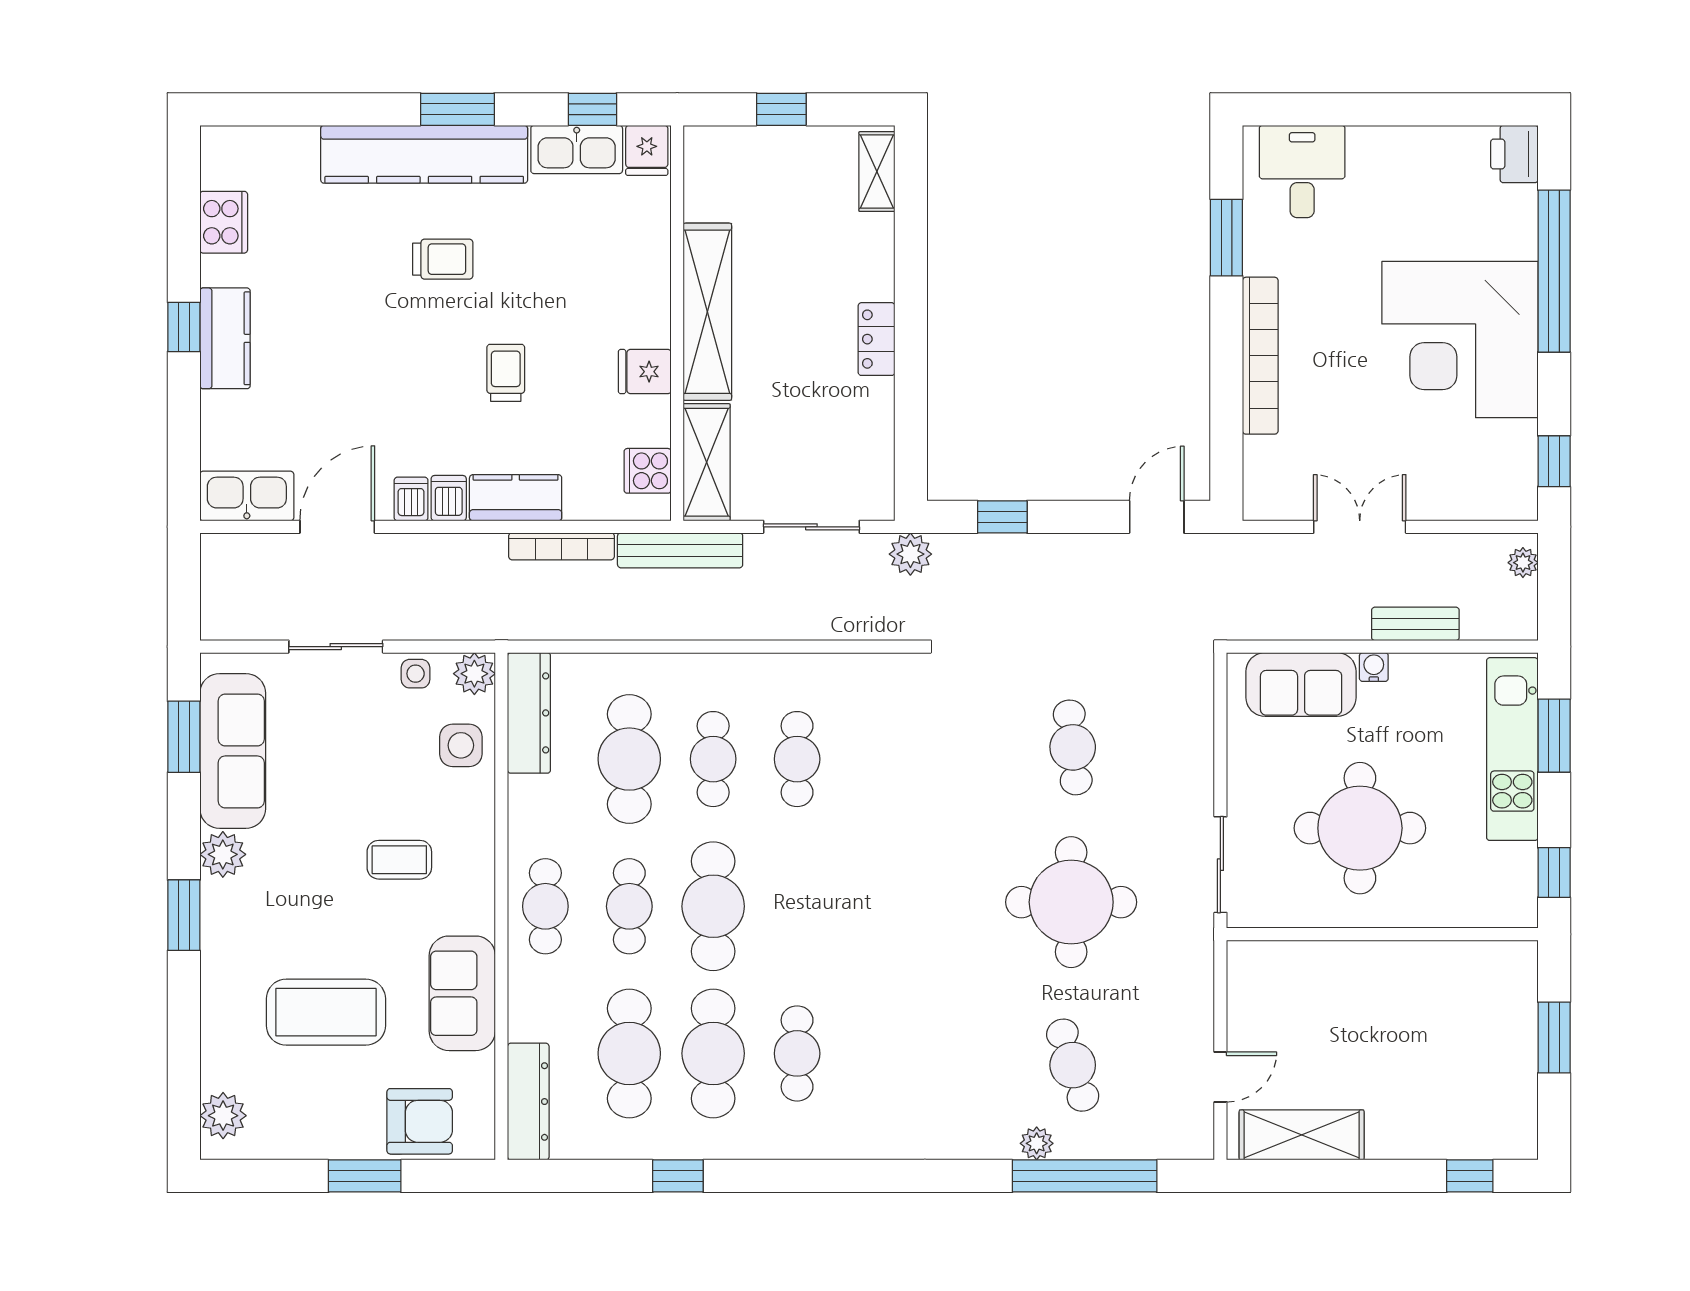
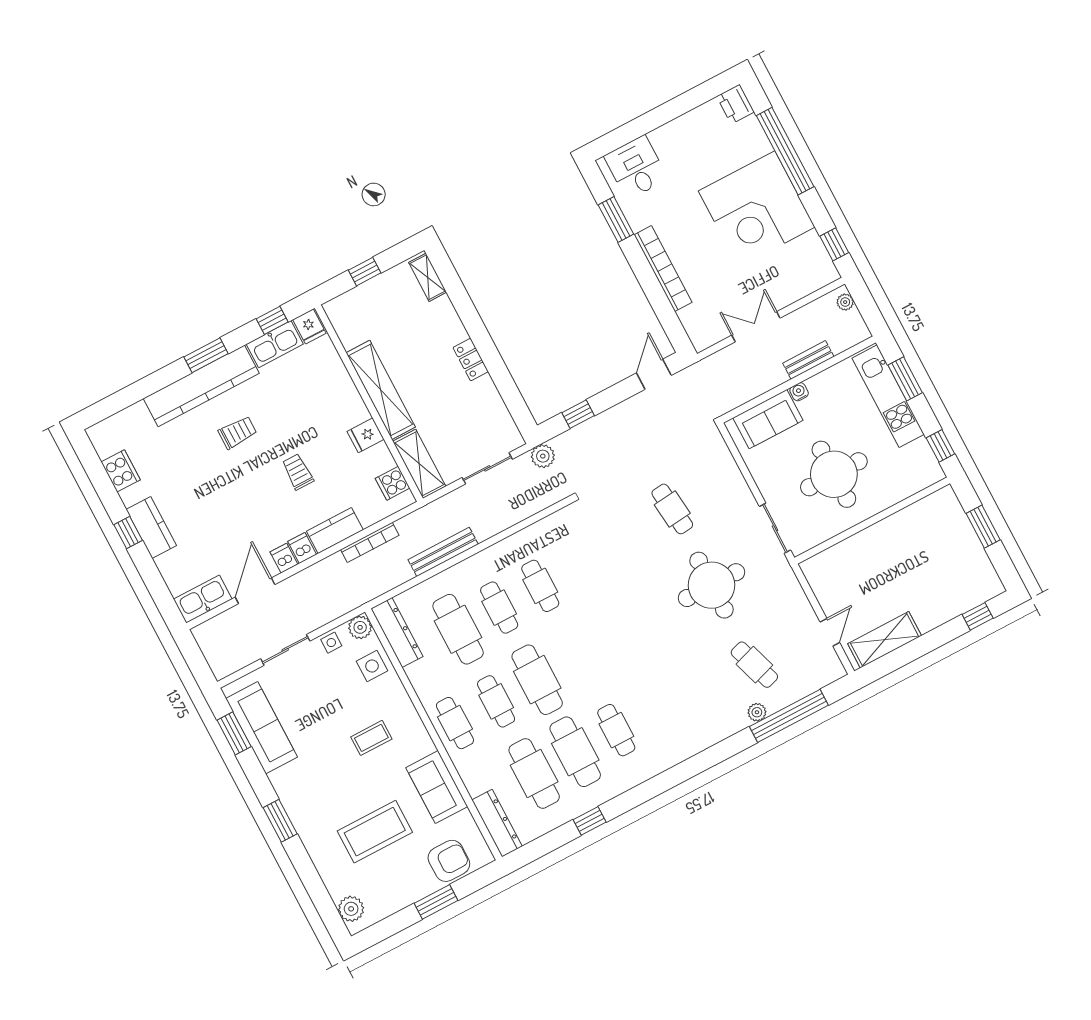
bench: (680, 550) -> (443, 552), moved
plant: (223, 854) -> (284, 781), removed

